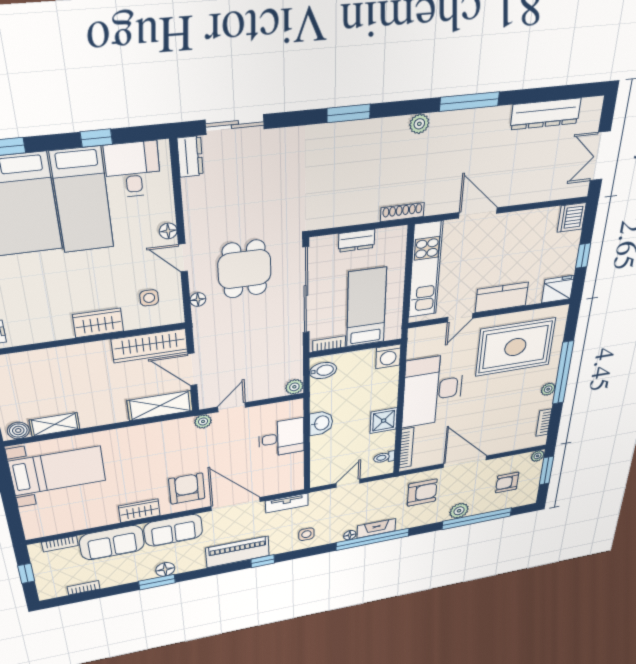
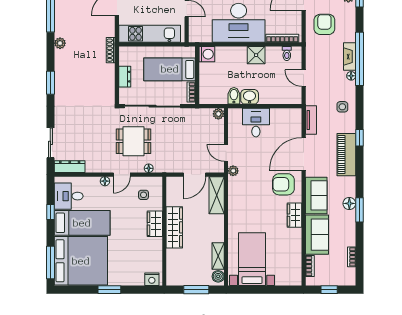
dresser: (190, 157) -> (70, 167), width x1.44
wardrobe: (150, 346) -> (174, 227), moved
bidet: (323, 371) -> (234, 96), moved

